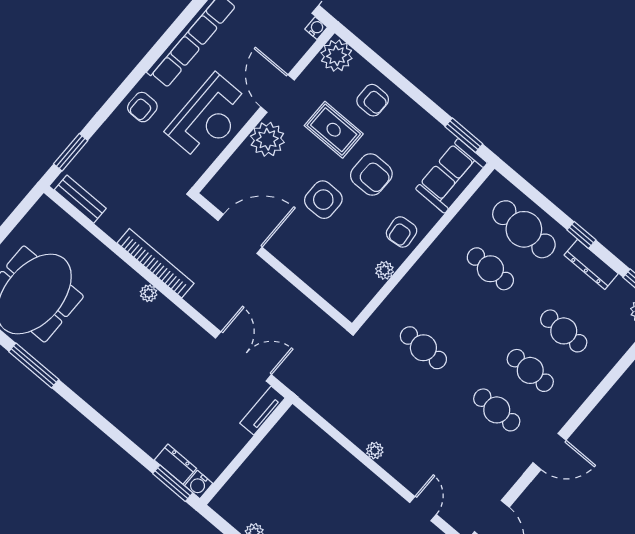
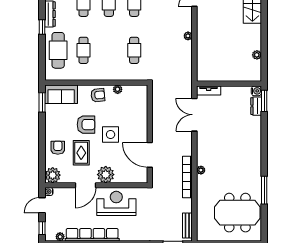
armchair: (142, 107) -> (133, 231), removed
armchair: (371, 175) -> (86, 125), turned 90

